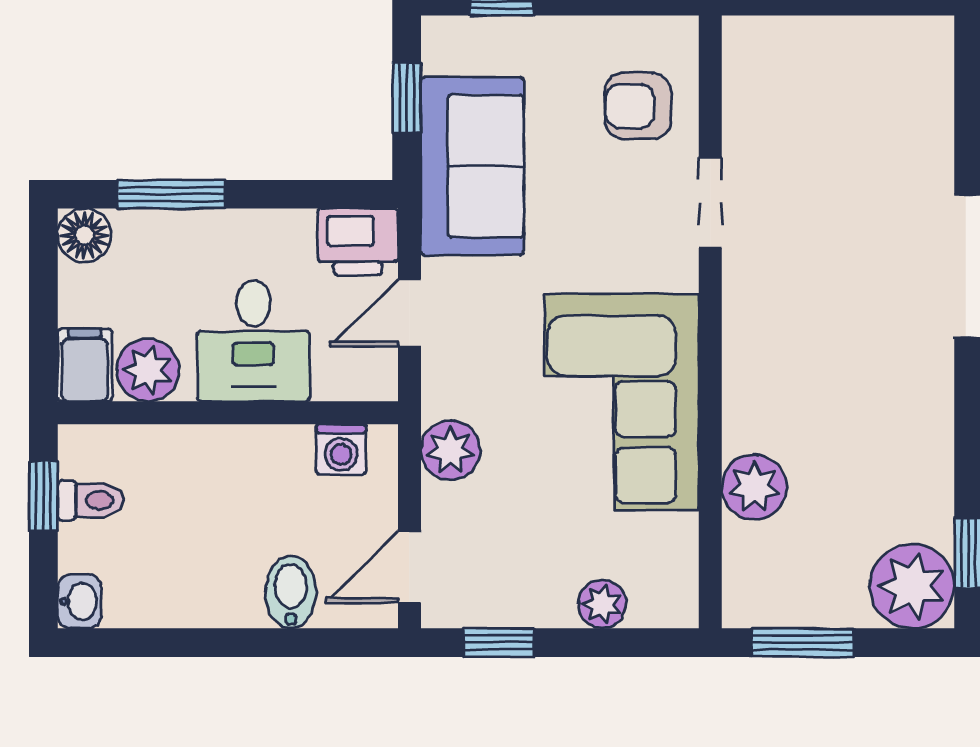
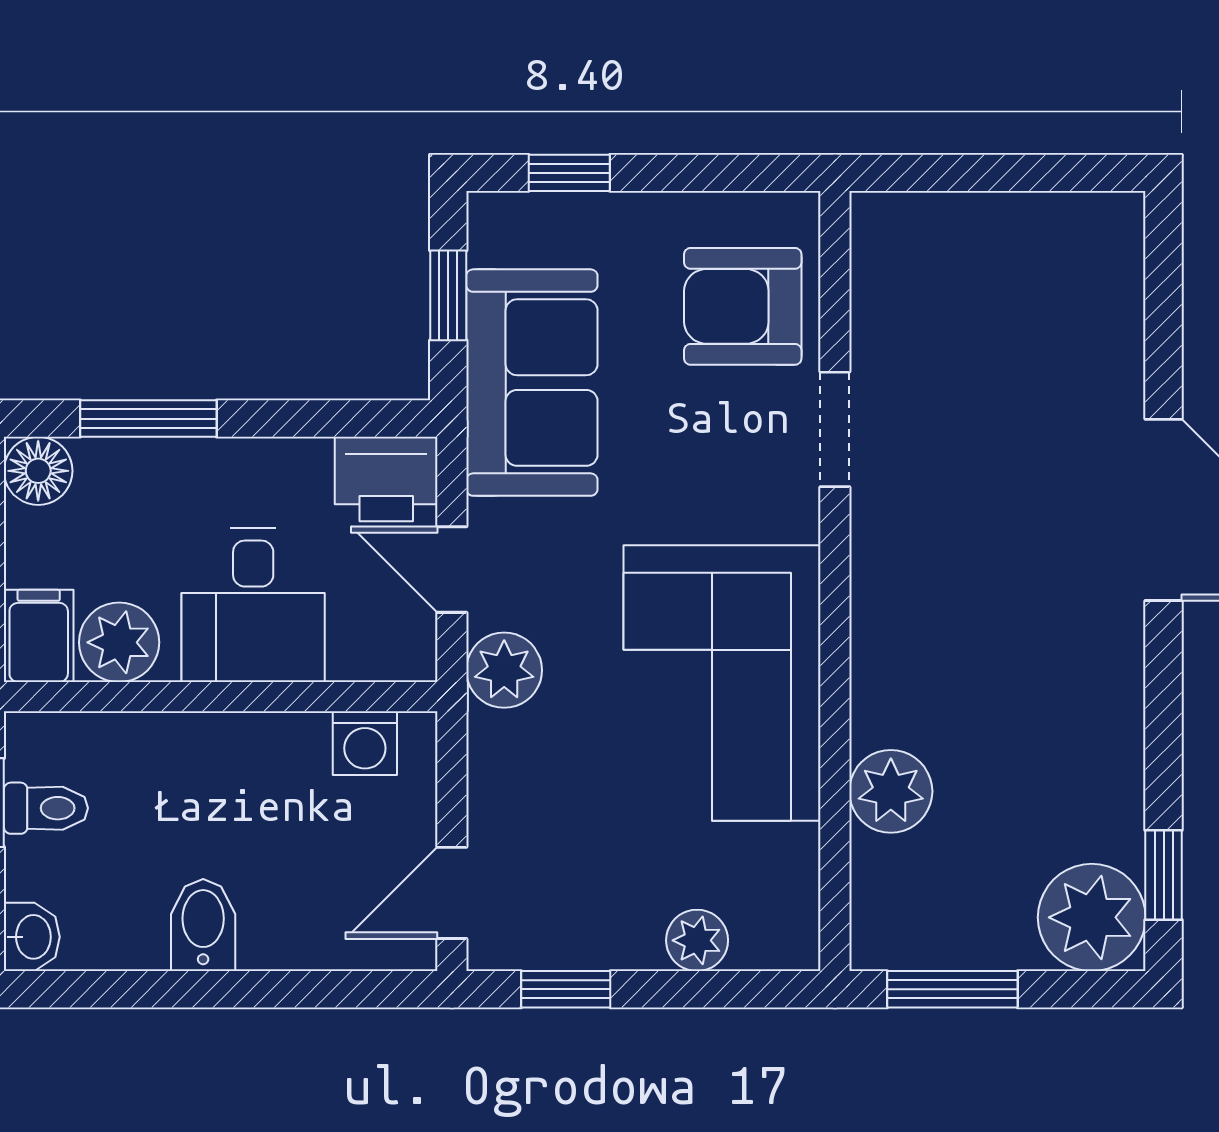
armchair: (638, 106) -> (743, 306), width x1.38, depth x1.38
door: (409, 313) -> (452, 569), hinge flipped
plant: (450, 450) -> (504, 670), moved
bidet: (291, 592) -> (203, 925), moved

